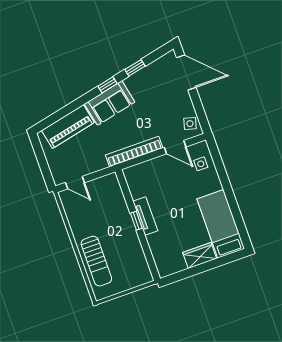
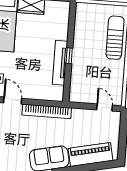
tv unit: (145, 216) -> (60, 63), width x1.41

